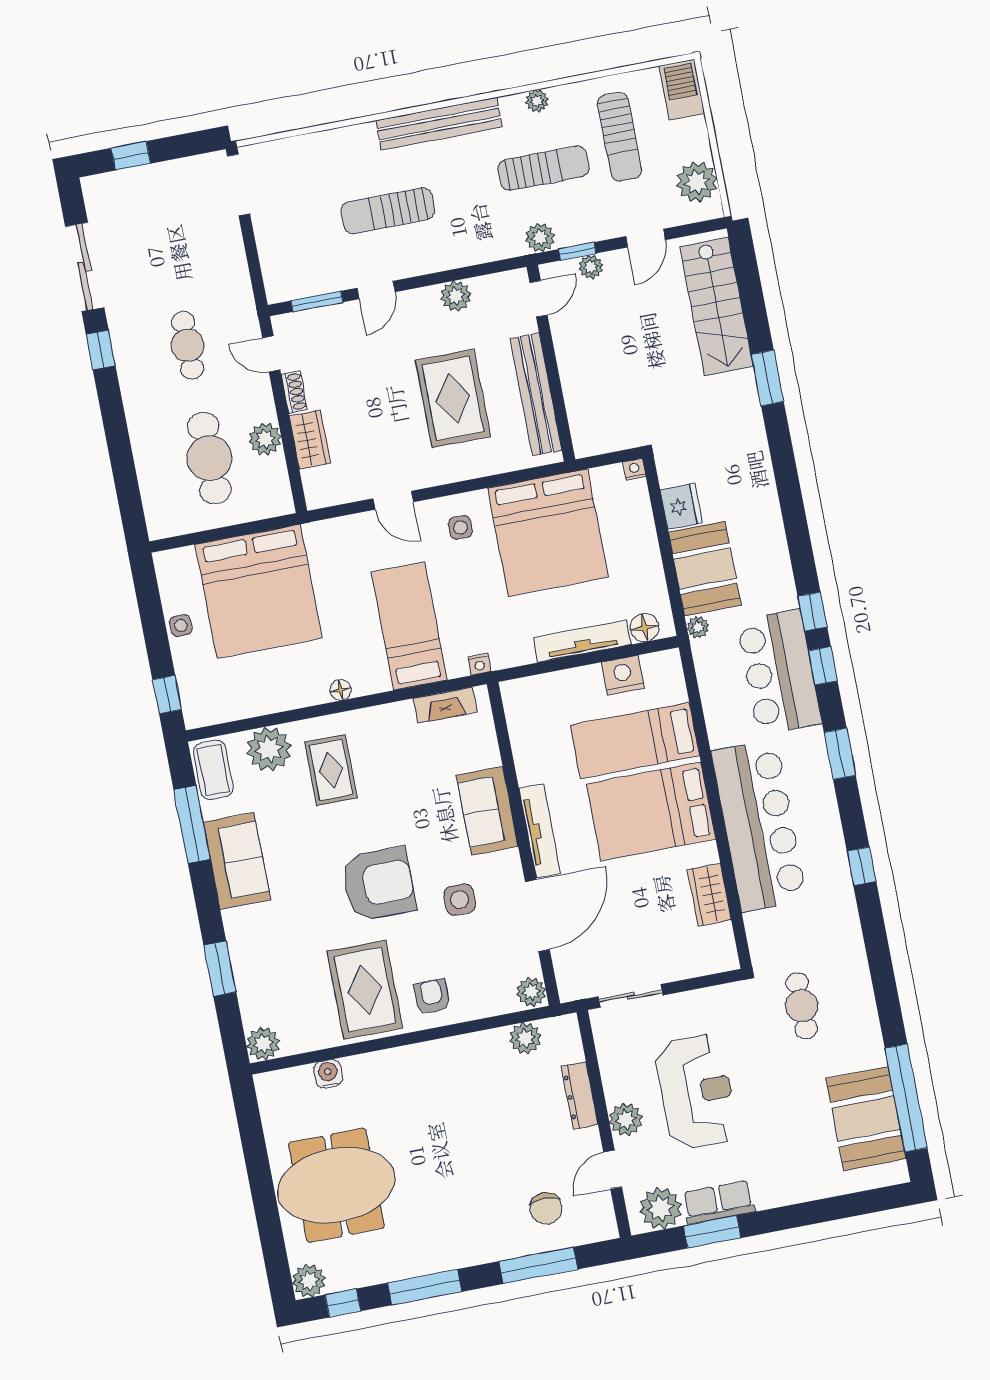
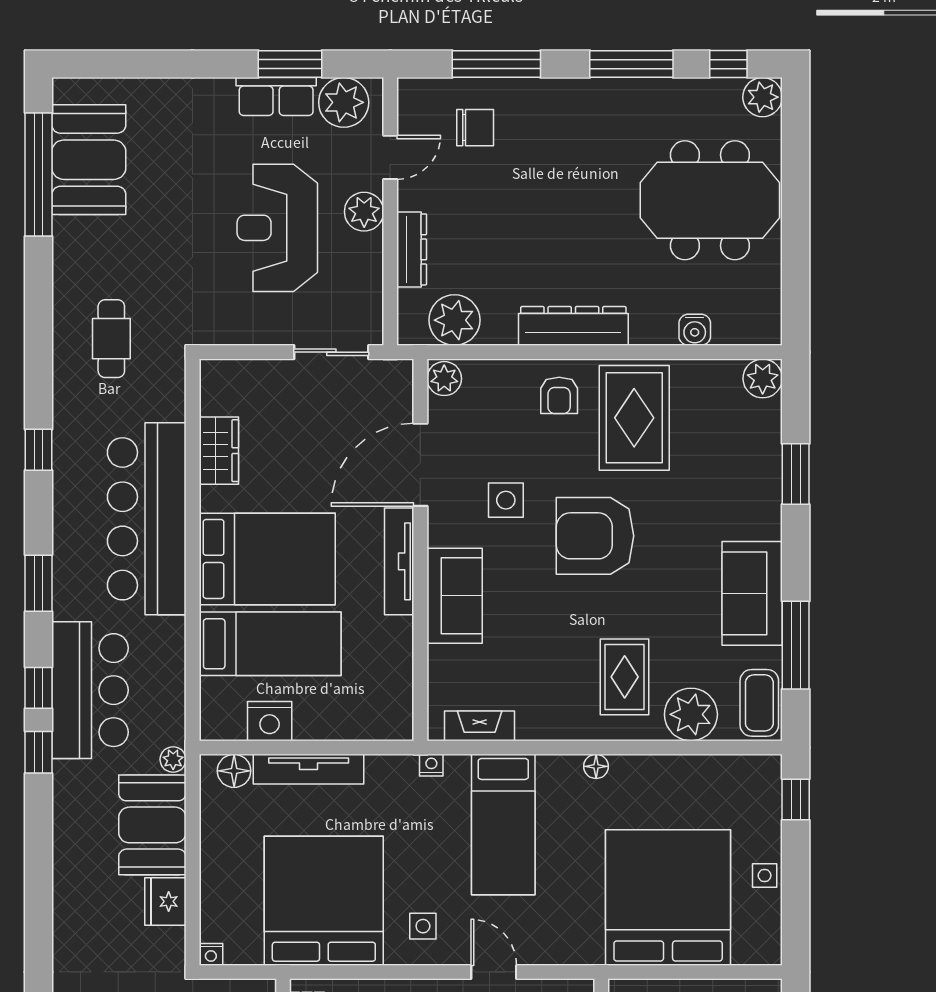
cafe table: (802, 1006) -> (111, 339), moved
plant: (525, 1038) -> (454, 320), width x1.36, depth x1.36
dresser: (431, 1057) -> (573, 326), added
chair: (546, 1208) -> (475, 128), turned 90

